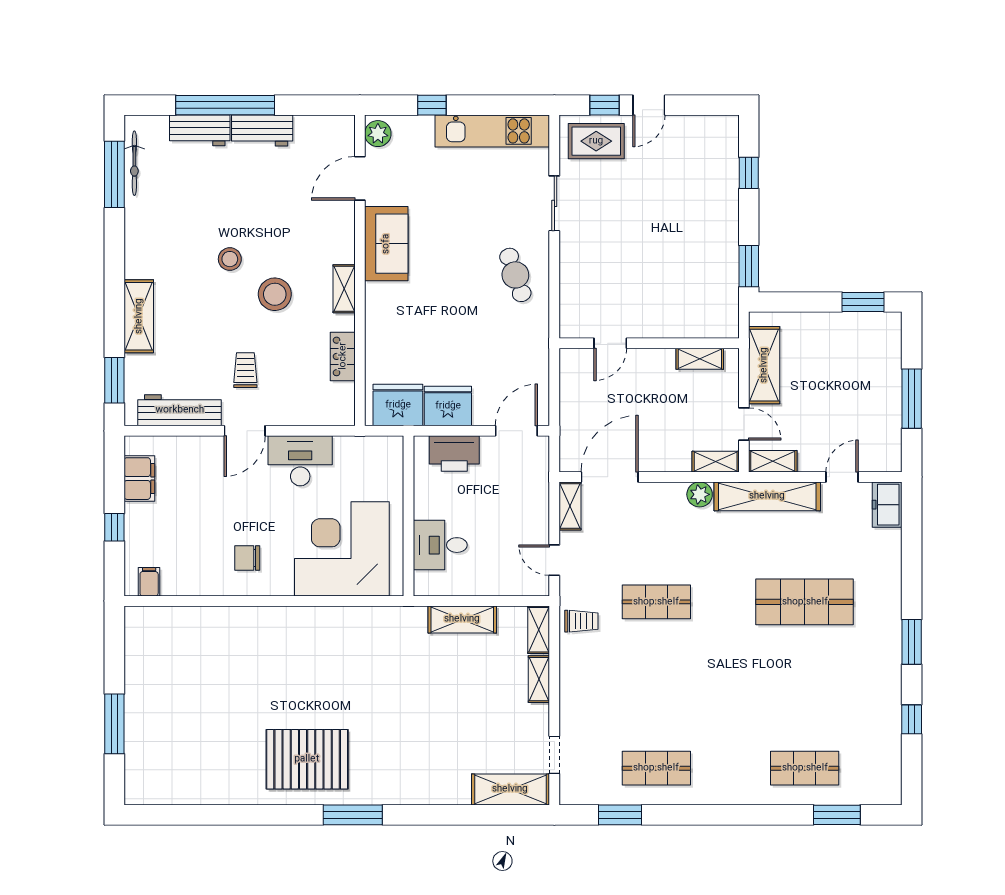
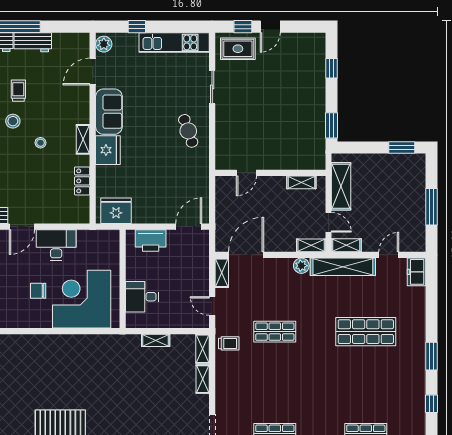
stool: (275, 294) -> (40, 143), width x0.53, depth x0.53
trolley: (245, 370) -> (18, 91), moved
fridge: (448, 406) -> (108, 150), moved, turned 90
chair: (247, 558) -> (38, 291), moved
shelving: (462, 619) -> (156, 340), width x0.67, depth x0.75

